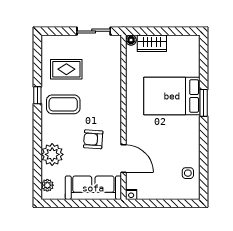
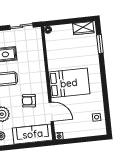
wardrobe: (152, 43) -> (83, 28), moved
bed: (172, 96) -> (69, 83), moved, turned 180
window: (204, 103) -> (100, 44), moved

